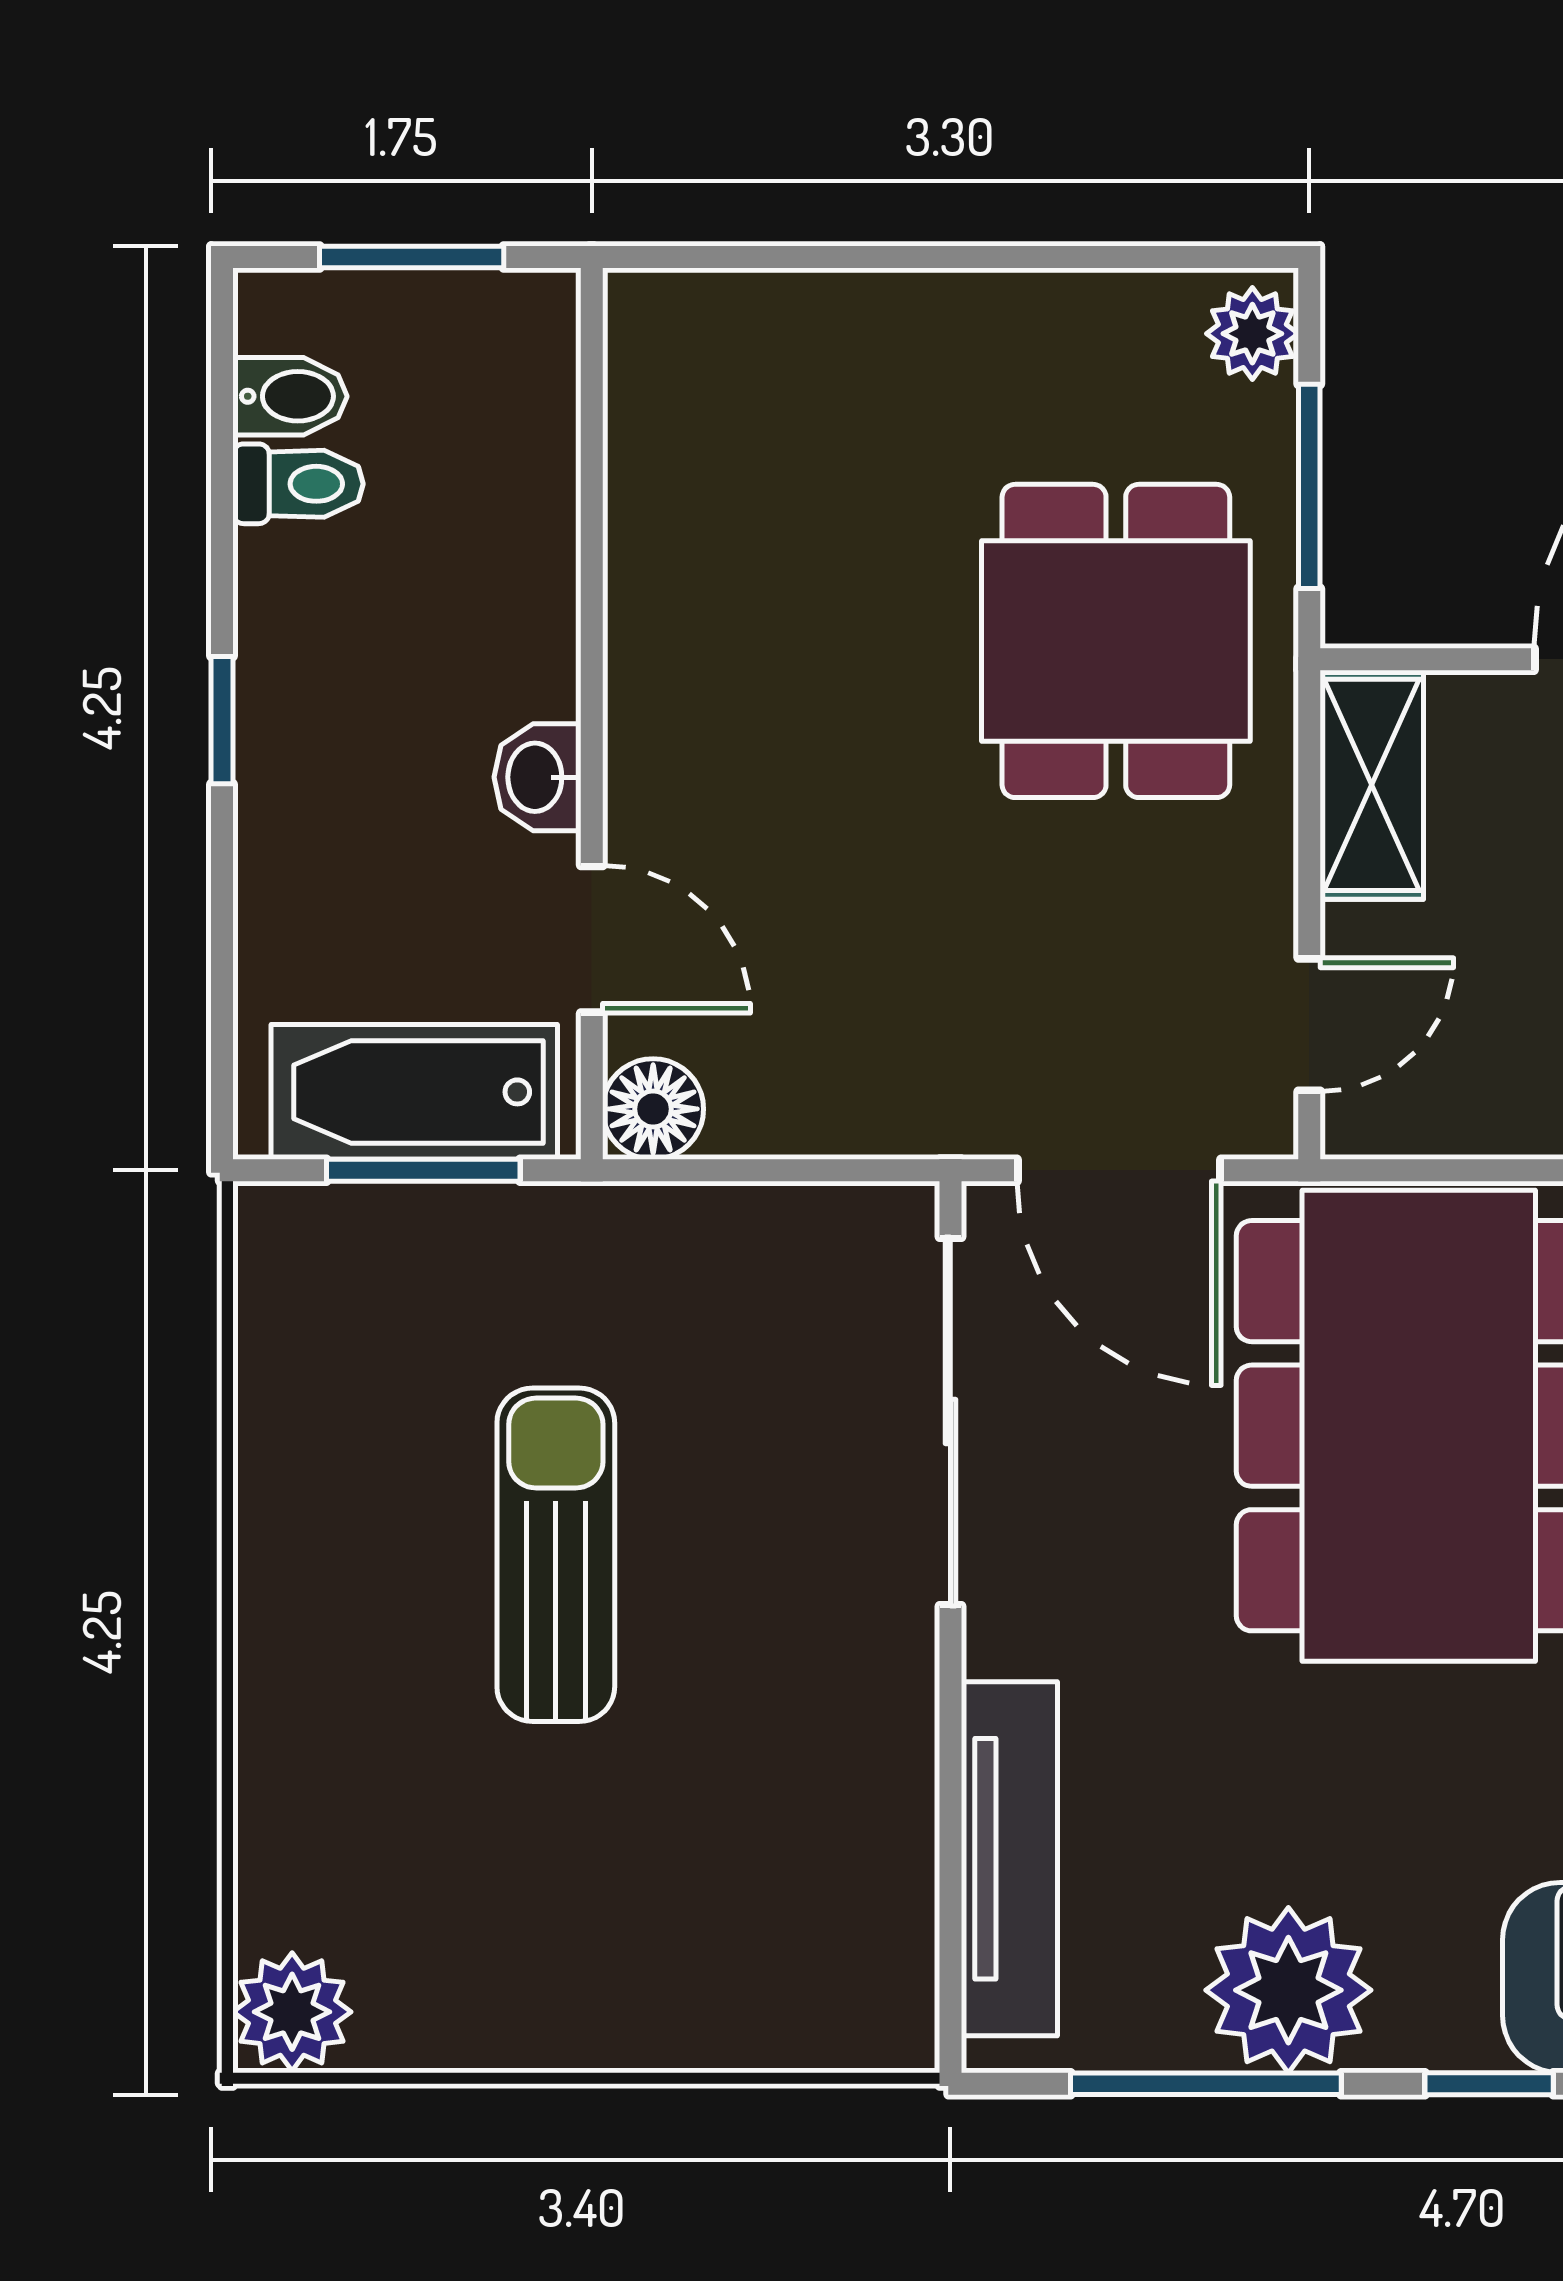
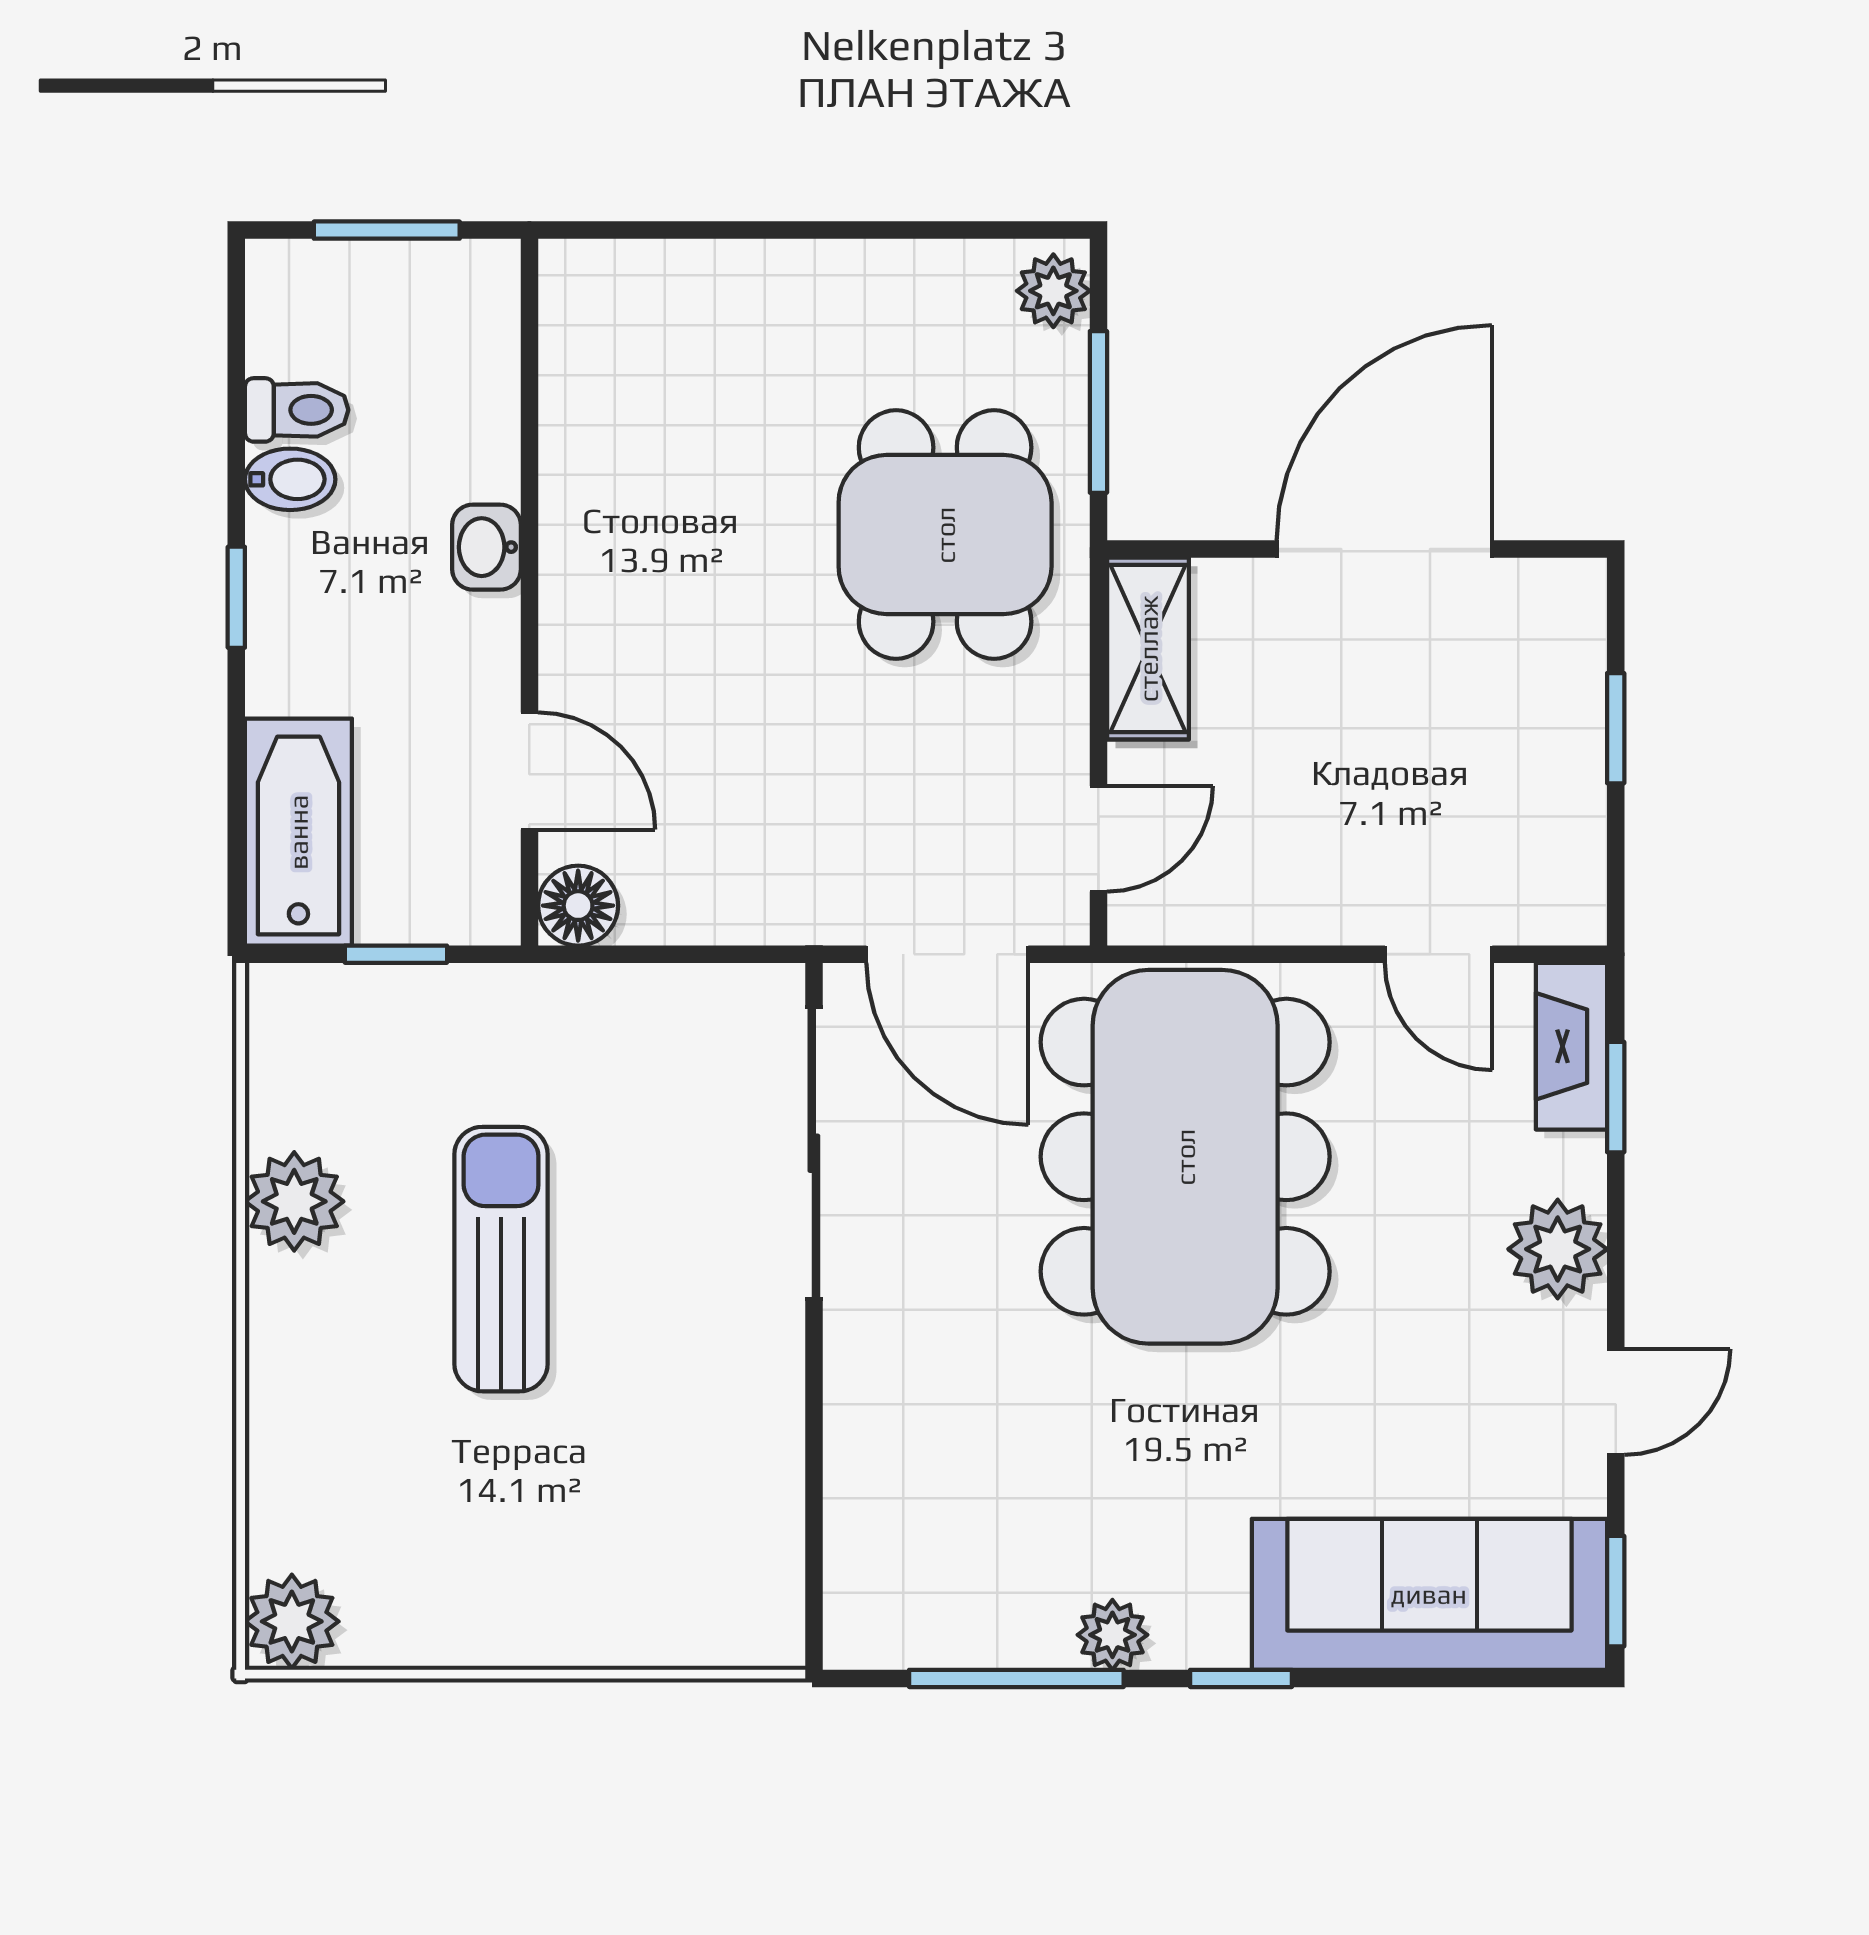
bidet: (290, 396) -> (290, 479), moved
washbasin: (537, 777) -> (486, 547), moved
bathtub: (414, 1092) -> (298, 832), moved, turned 90
window: (423, 1170) -> (396, 954), width x0.67
plant: (295, 1482) -> (294, 1201), added
tv unit: (1009, 1859) -> (861, 1500), removed
plant: (1288, 1990) -> (1112, 1635), width x0.53, depth x0.53

